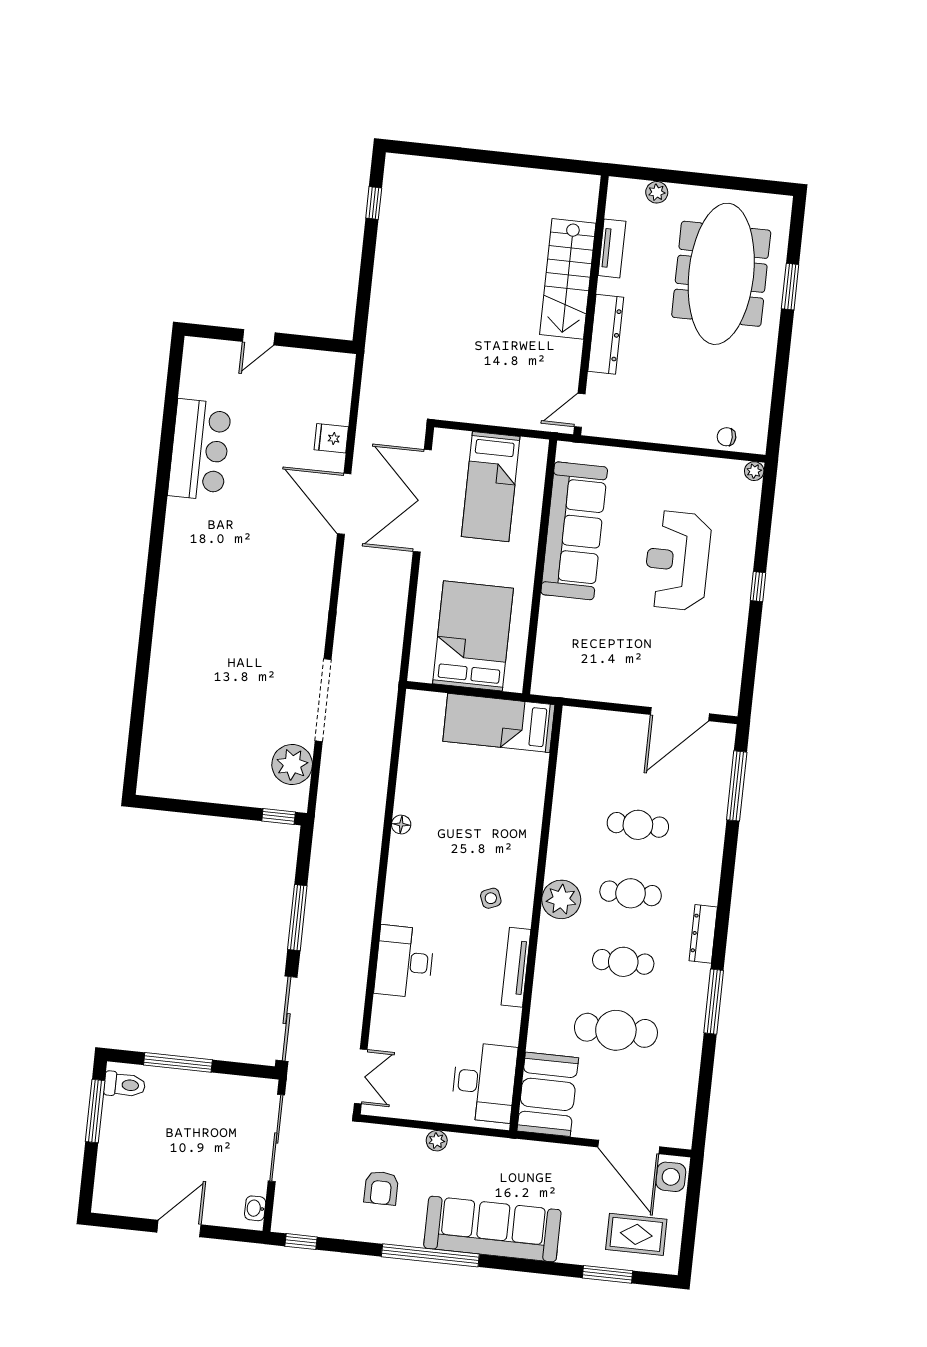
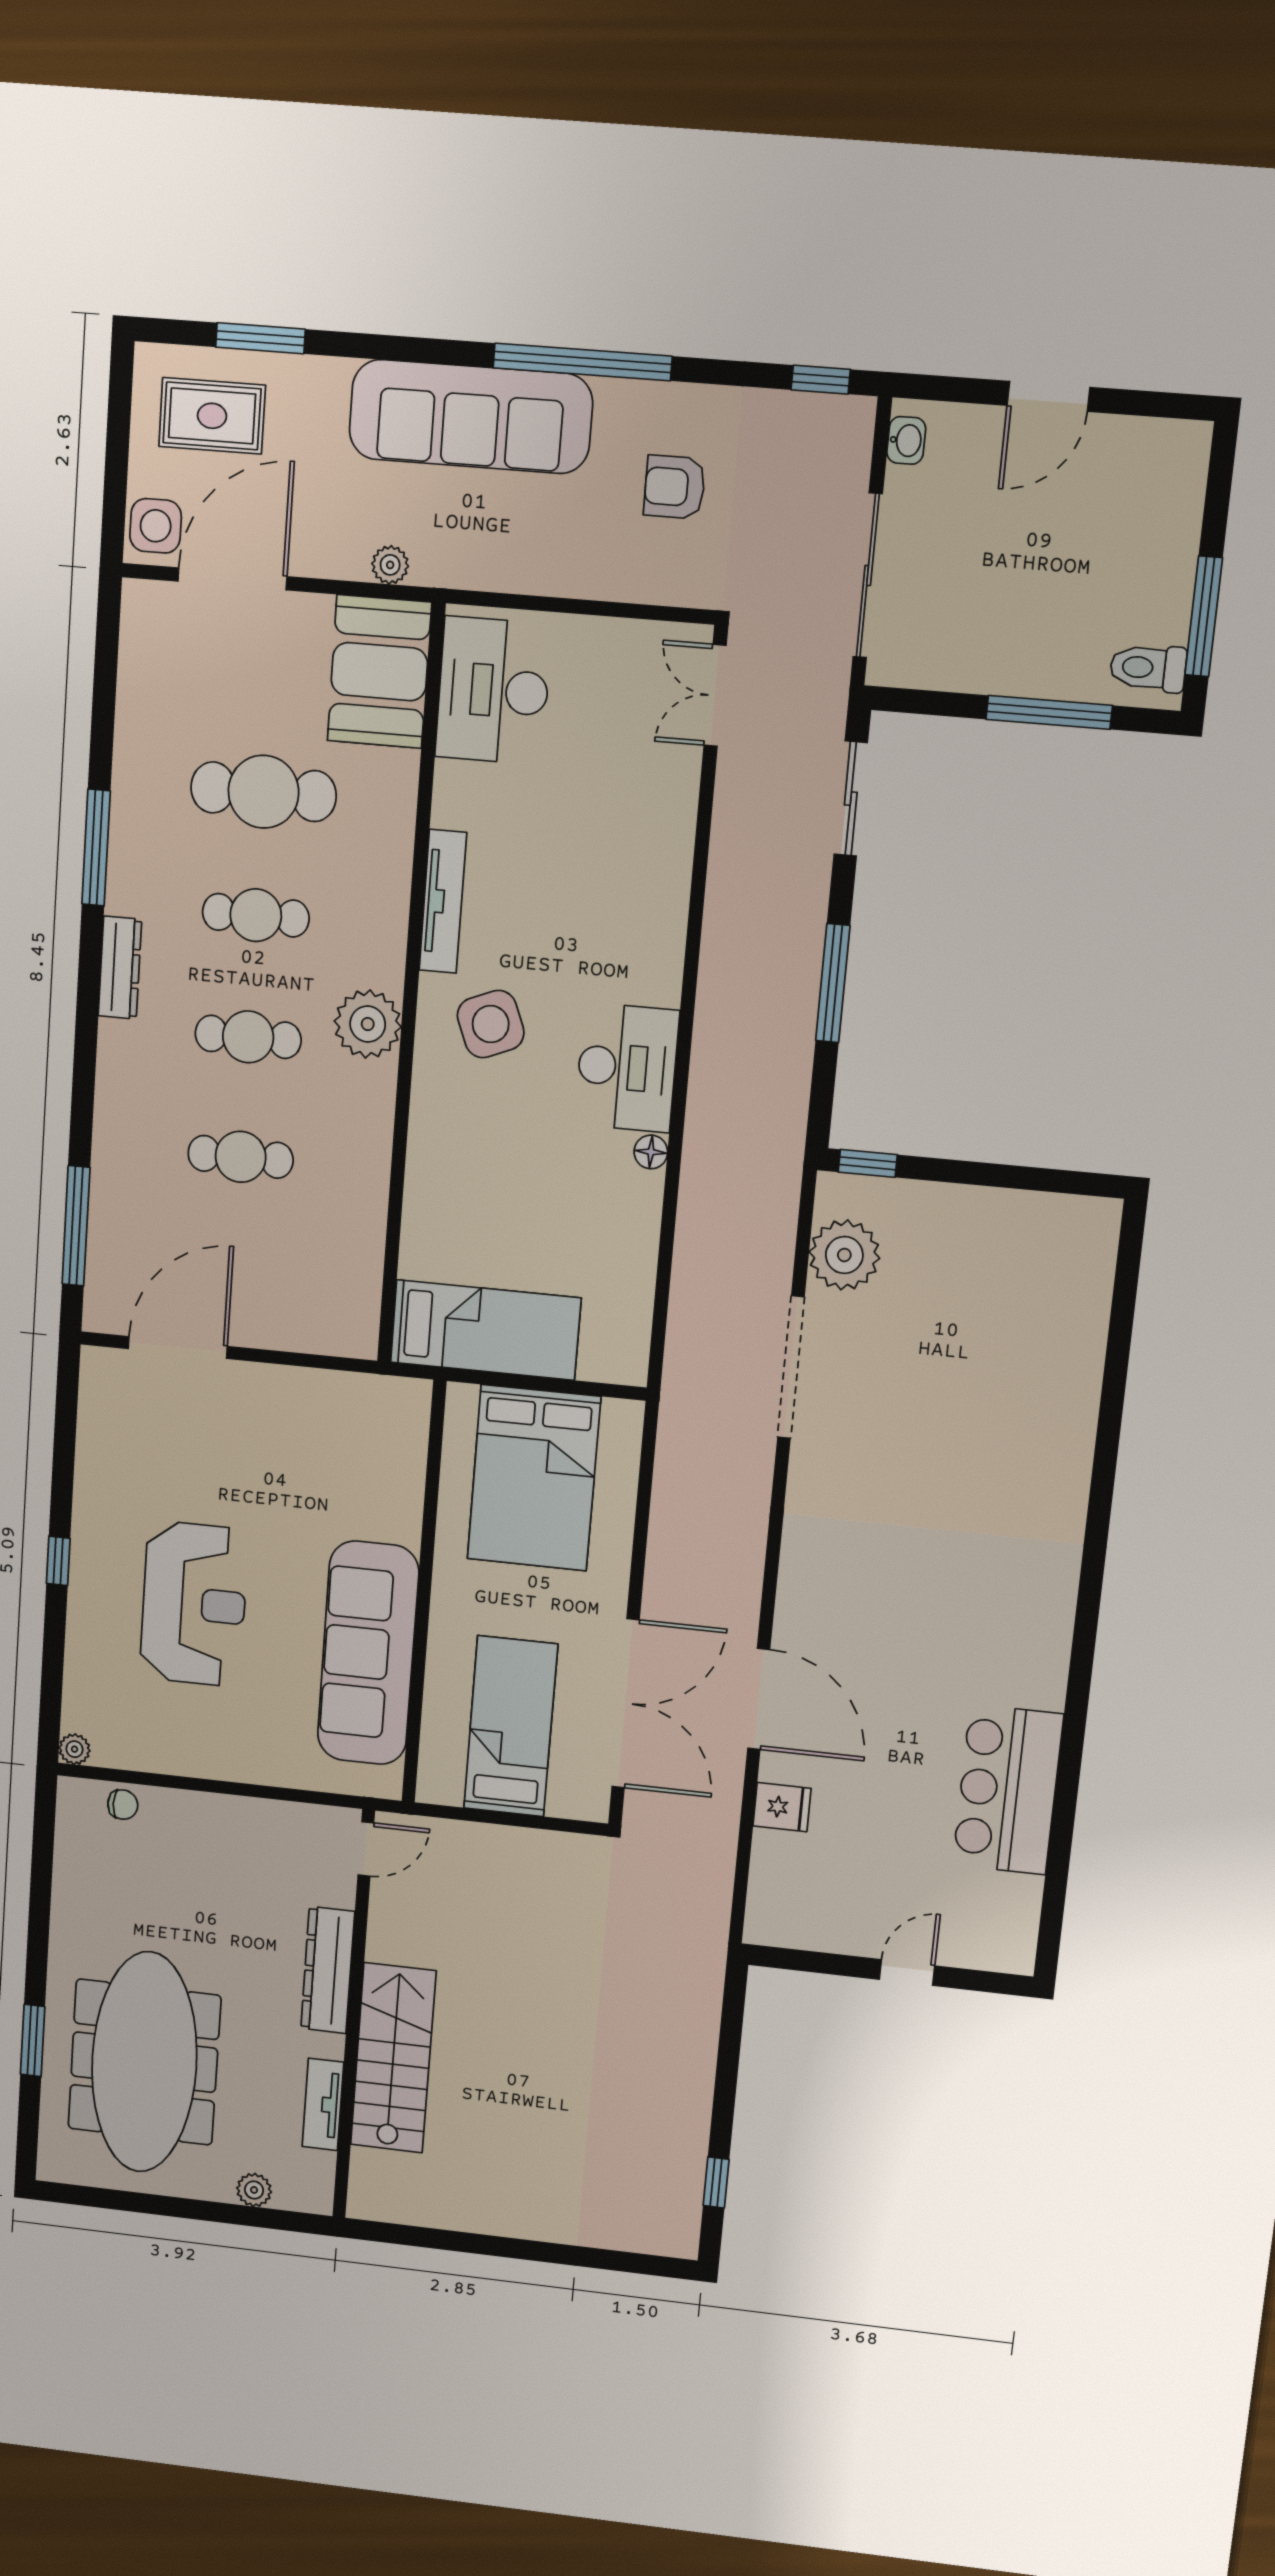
side table: (491, 898) -> (491, 1024), width x1.87, depth x1.87
desk: (404, 962) -> (627, 1068), moved
sliding door: (287, 1019) -> (851, 799), width x0.73
plant: (437, 1141) -> (390, 565), moved
door: (629, 1147) -> (232, 579), hinge flipped
armchair: (381, 1188) -> (675, 487), turned -90

